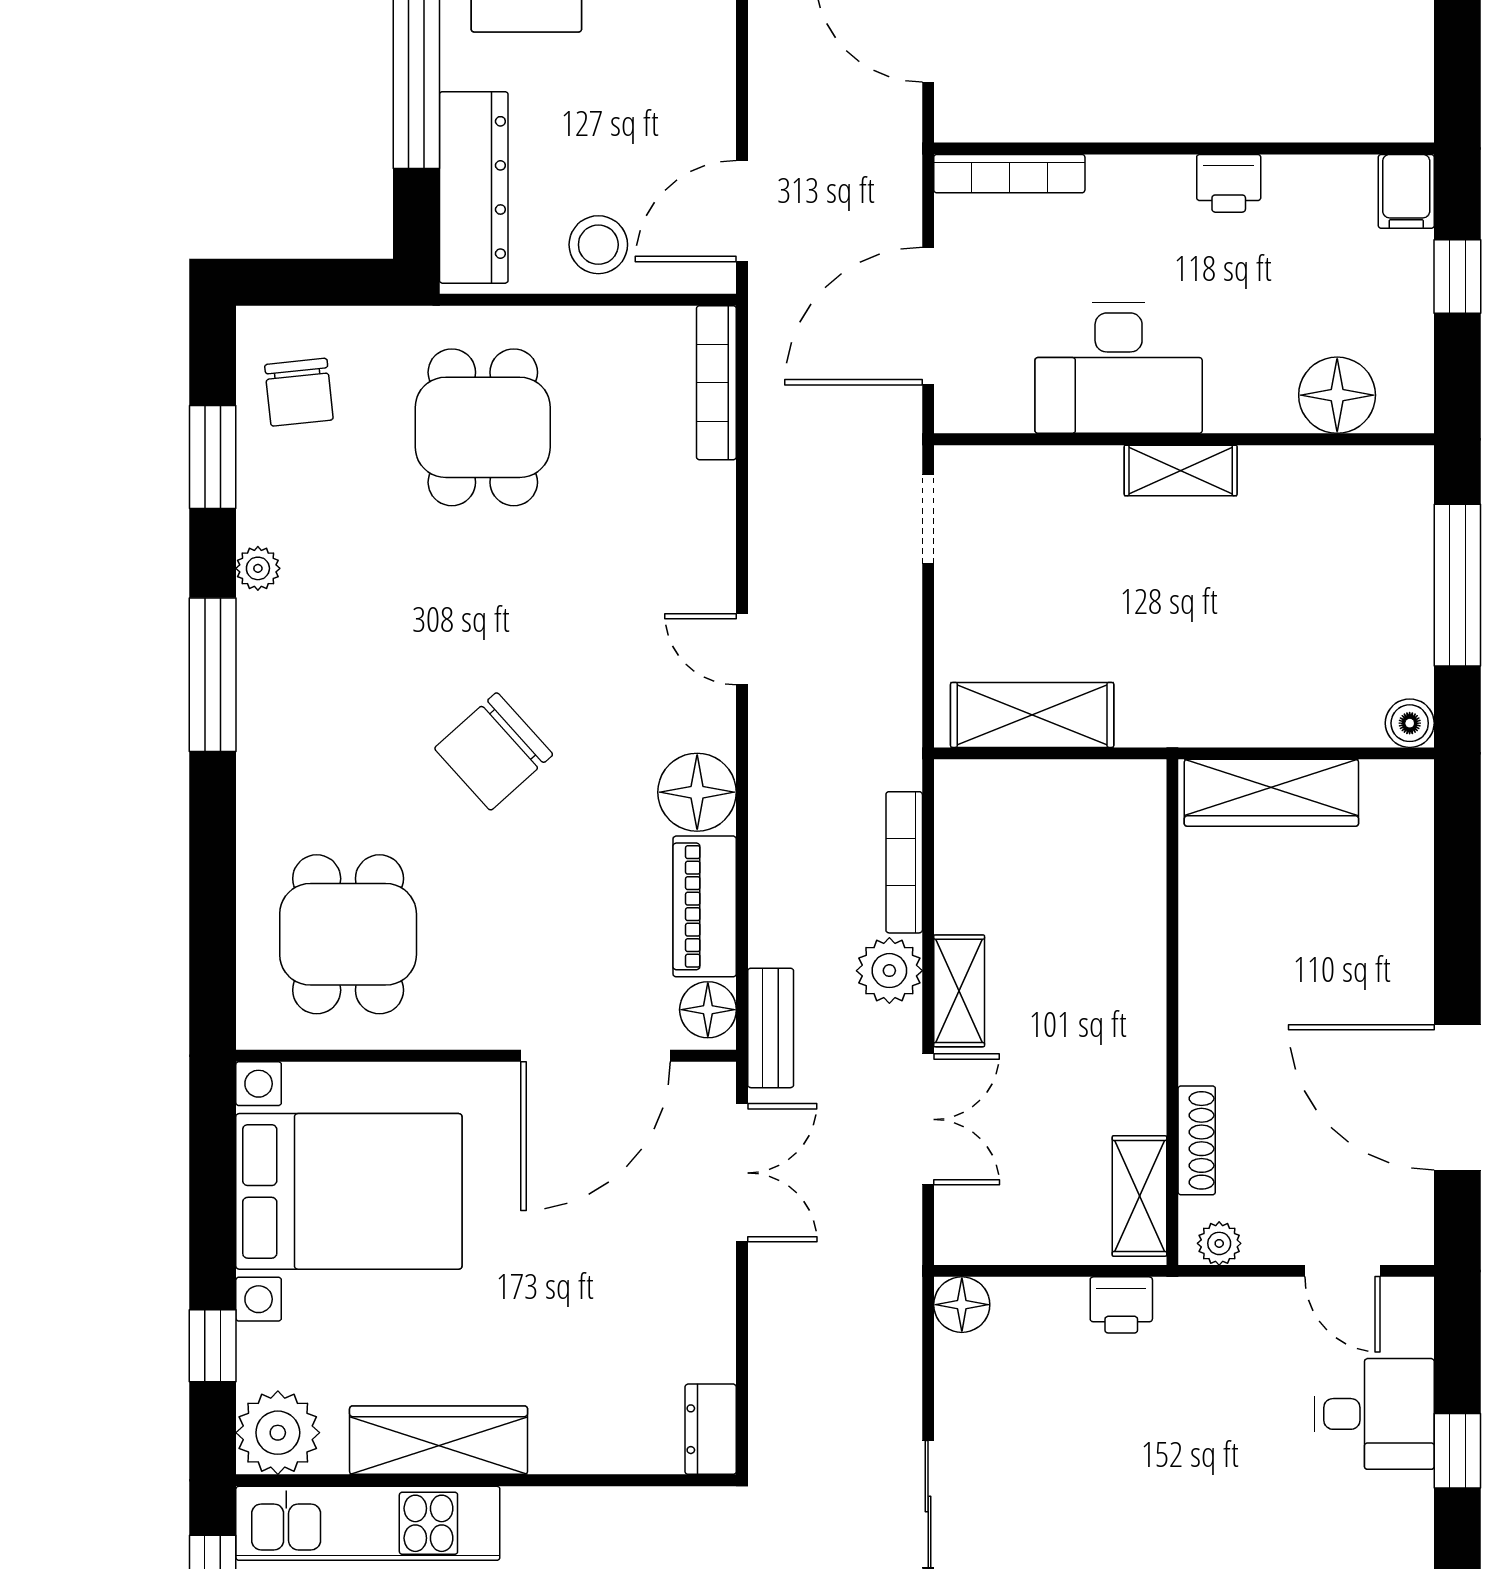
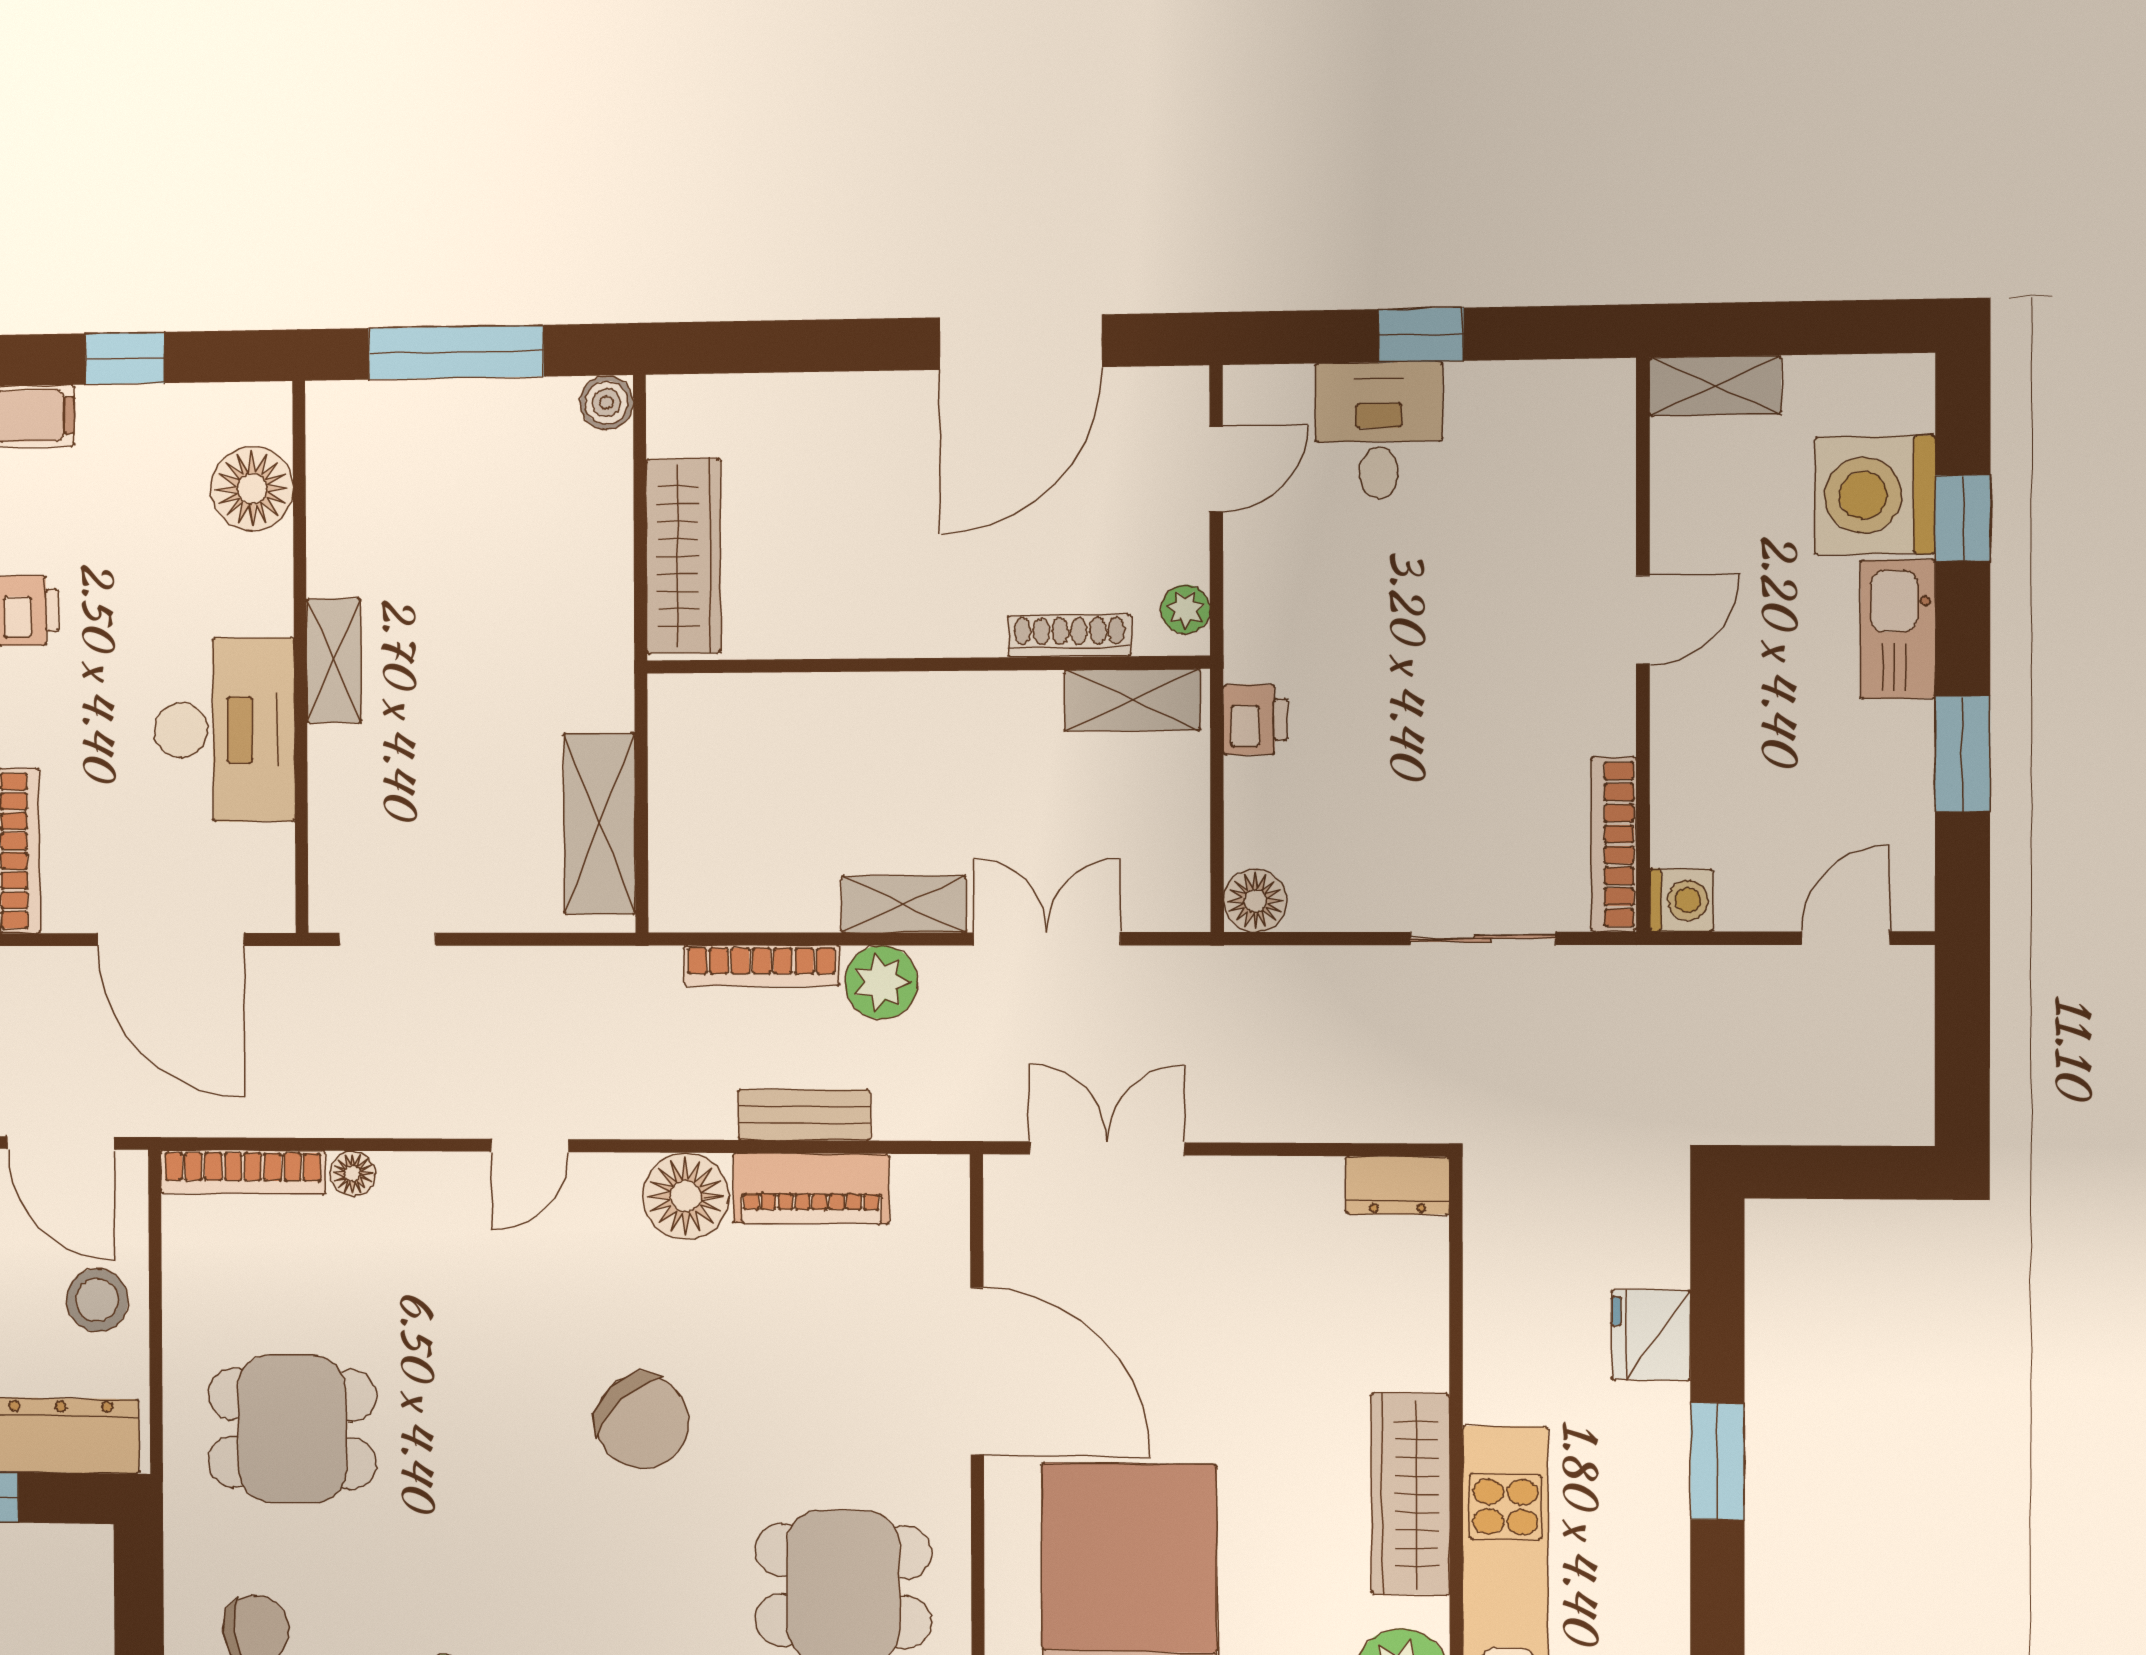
floor lamp: (708, 1010) -> (353, 1174), moved, width x0.73, depth x0.73
bench: (771, 1028) -> (804, 1115), moved
door: (596, 1056) -> (977, 1371), moved

